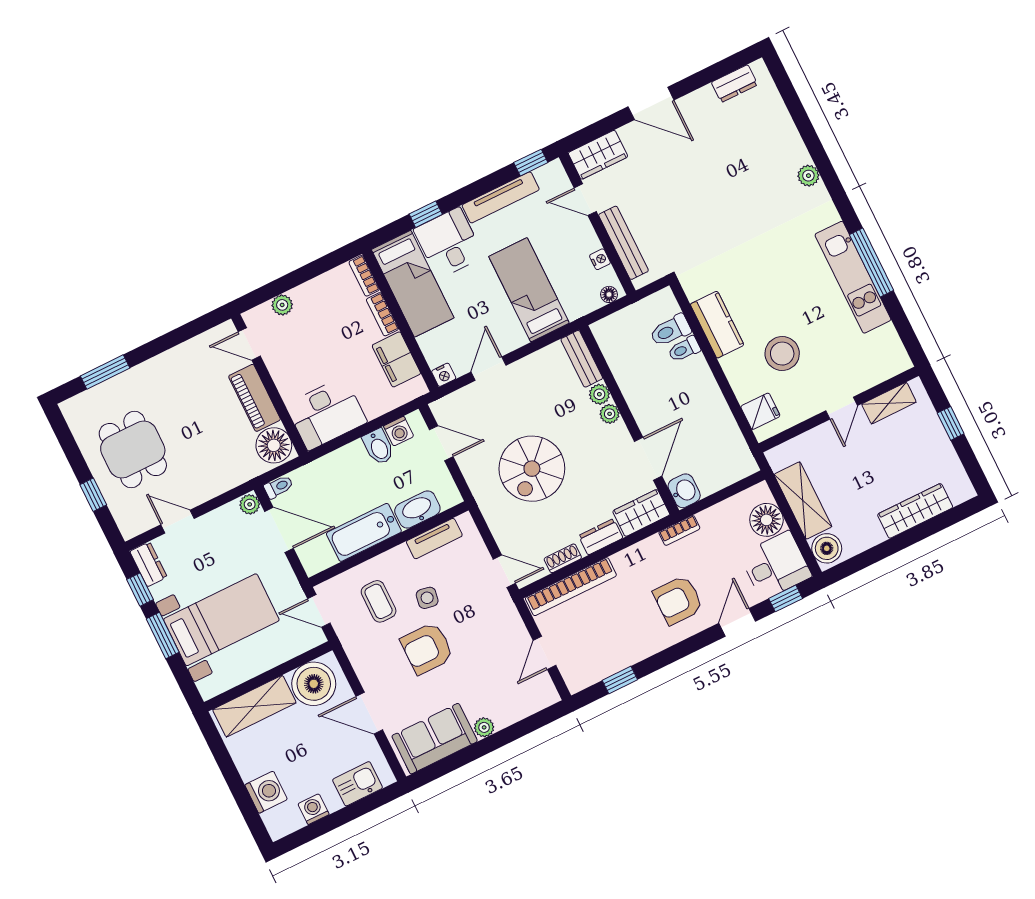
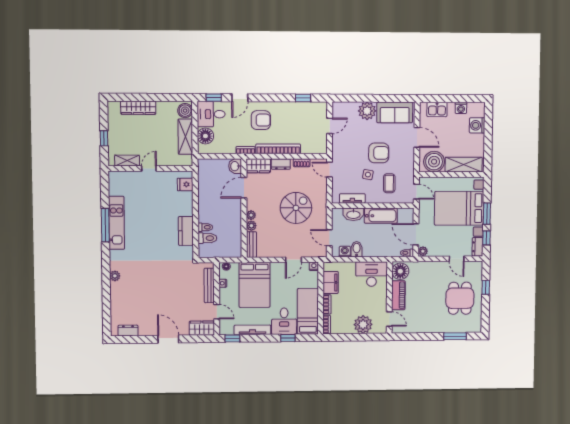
bed: (529, 290) -> (255, 285), width x1.50
plant: (282, 305) -> (363, 325), width x1.88, depth x1.88
stool: (782, 354) -> (164, 205), removed
bookcase: (571, 587) -> (278, 149), moved
bed with nightstands: (221, 620) -> (459, 208), width x1.36
plant: (484, 727) -> (367, 111), width x1.87, depth x1.87

